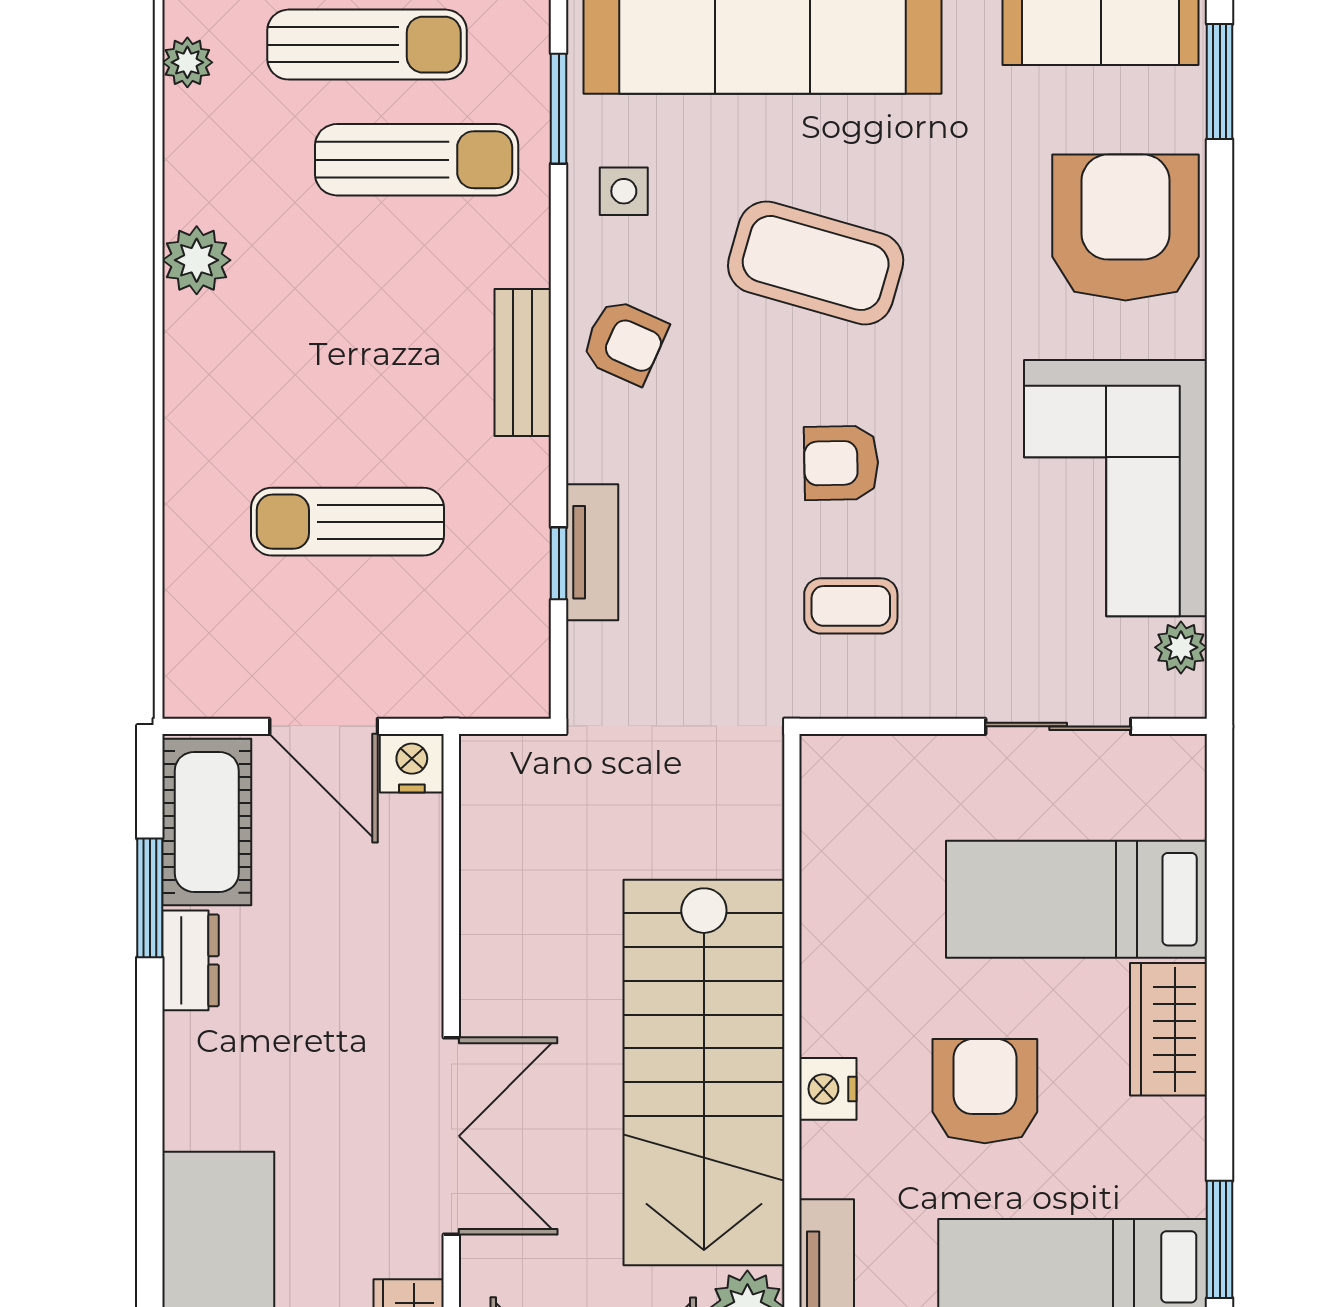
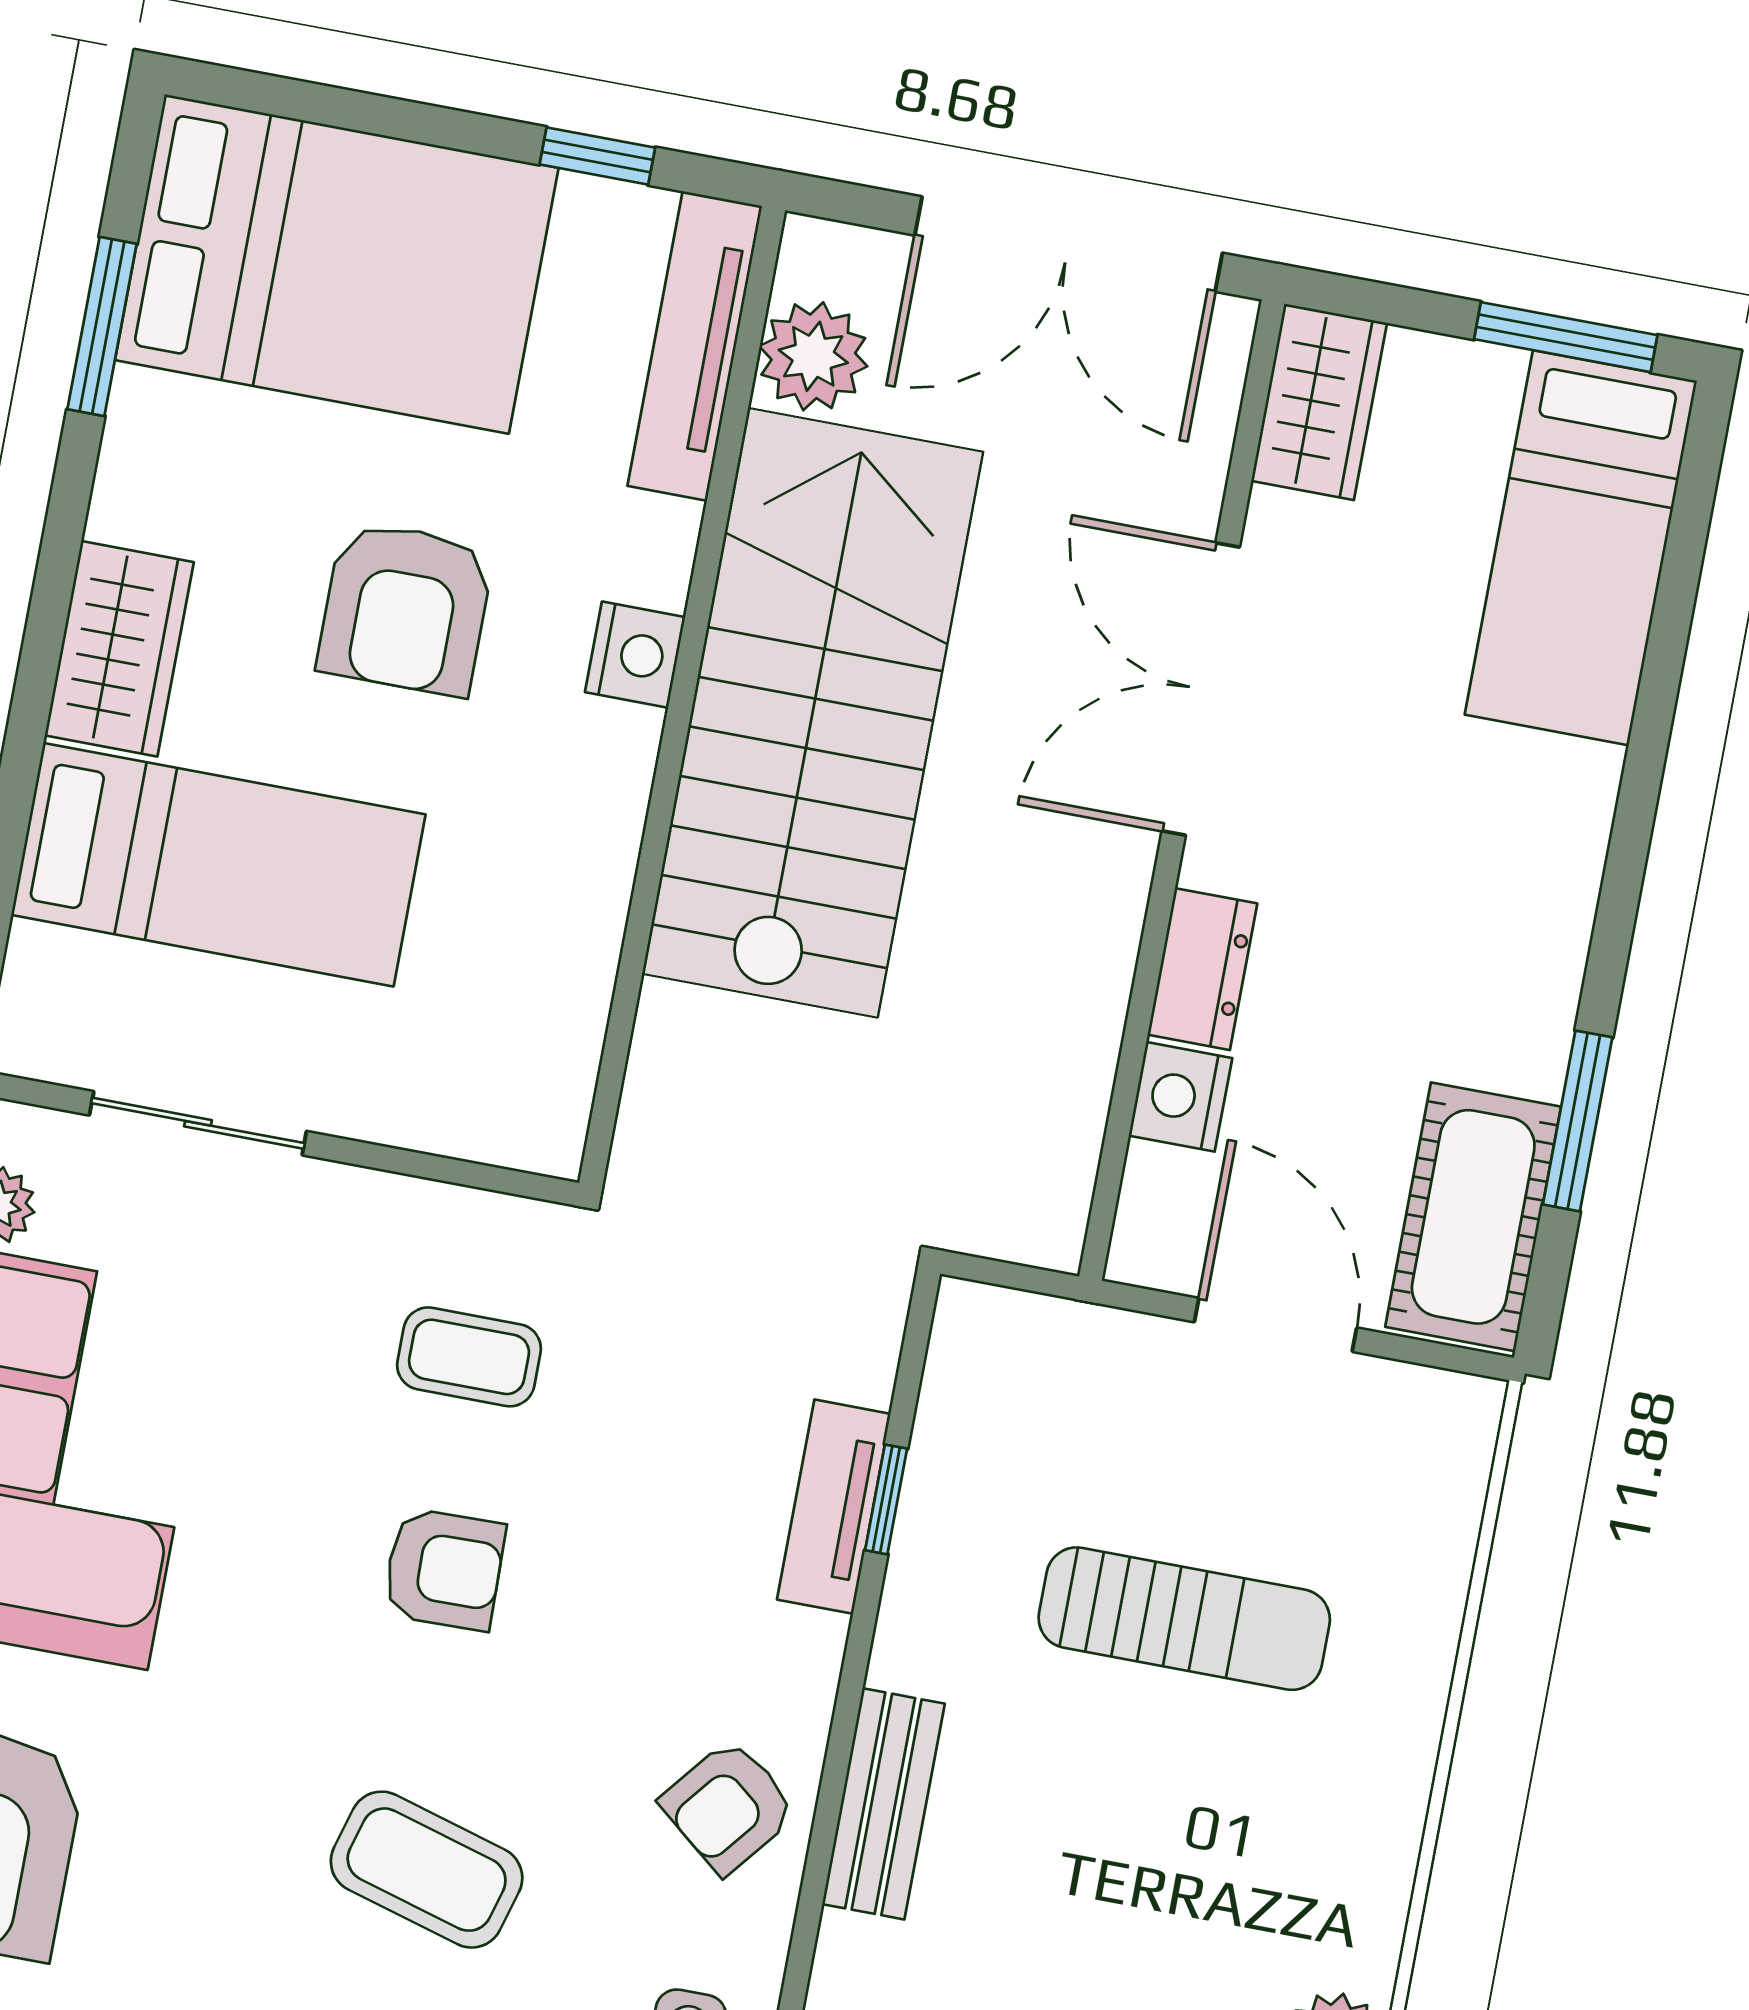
coffee table: (816, 263) -> (427, 1870), width x0.73, depth x0.76
armchair: (624, 342) -> (729, 1807), turned -75
nightstand: (412, 763) -> (1180, 1097), moved, turned 90
dresser: (190, 960) -> (1202, 969), moved, turned 180

